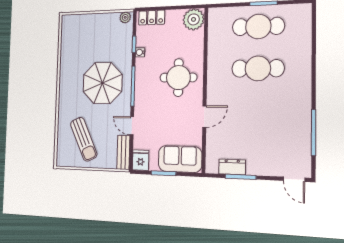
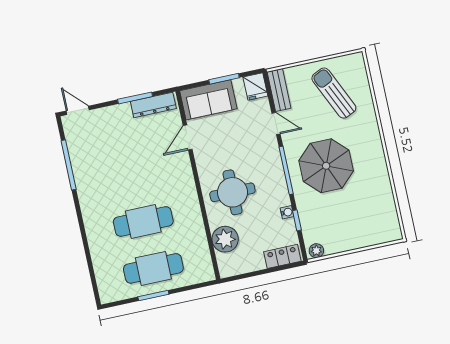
plant: (194, 19) -> (225, 239), moved
door: (204, 117) -> (188, 137), moved
dresser: (232, 167) -> (153, 105), width x1.44

